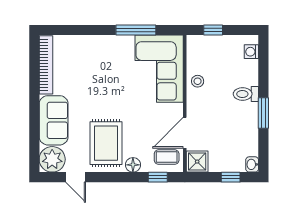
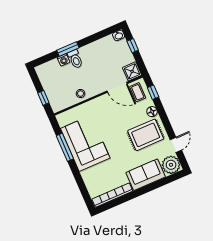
washing machine: (251, 52) -> (64, 60), moved
corner sofa: (159, 69) -> (85, 143), moved, turned -90
window: (263, 113) -> (68, 49), moved

